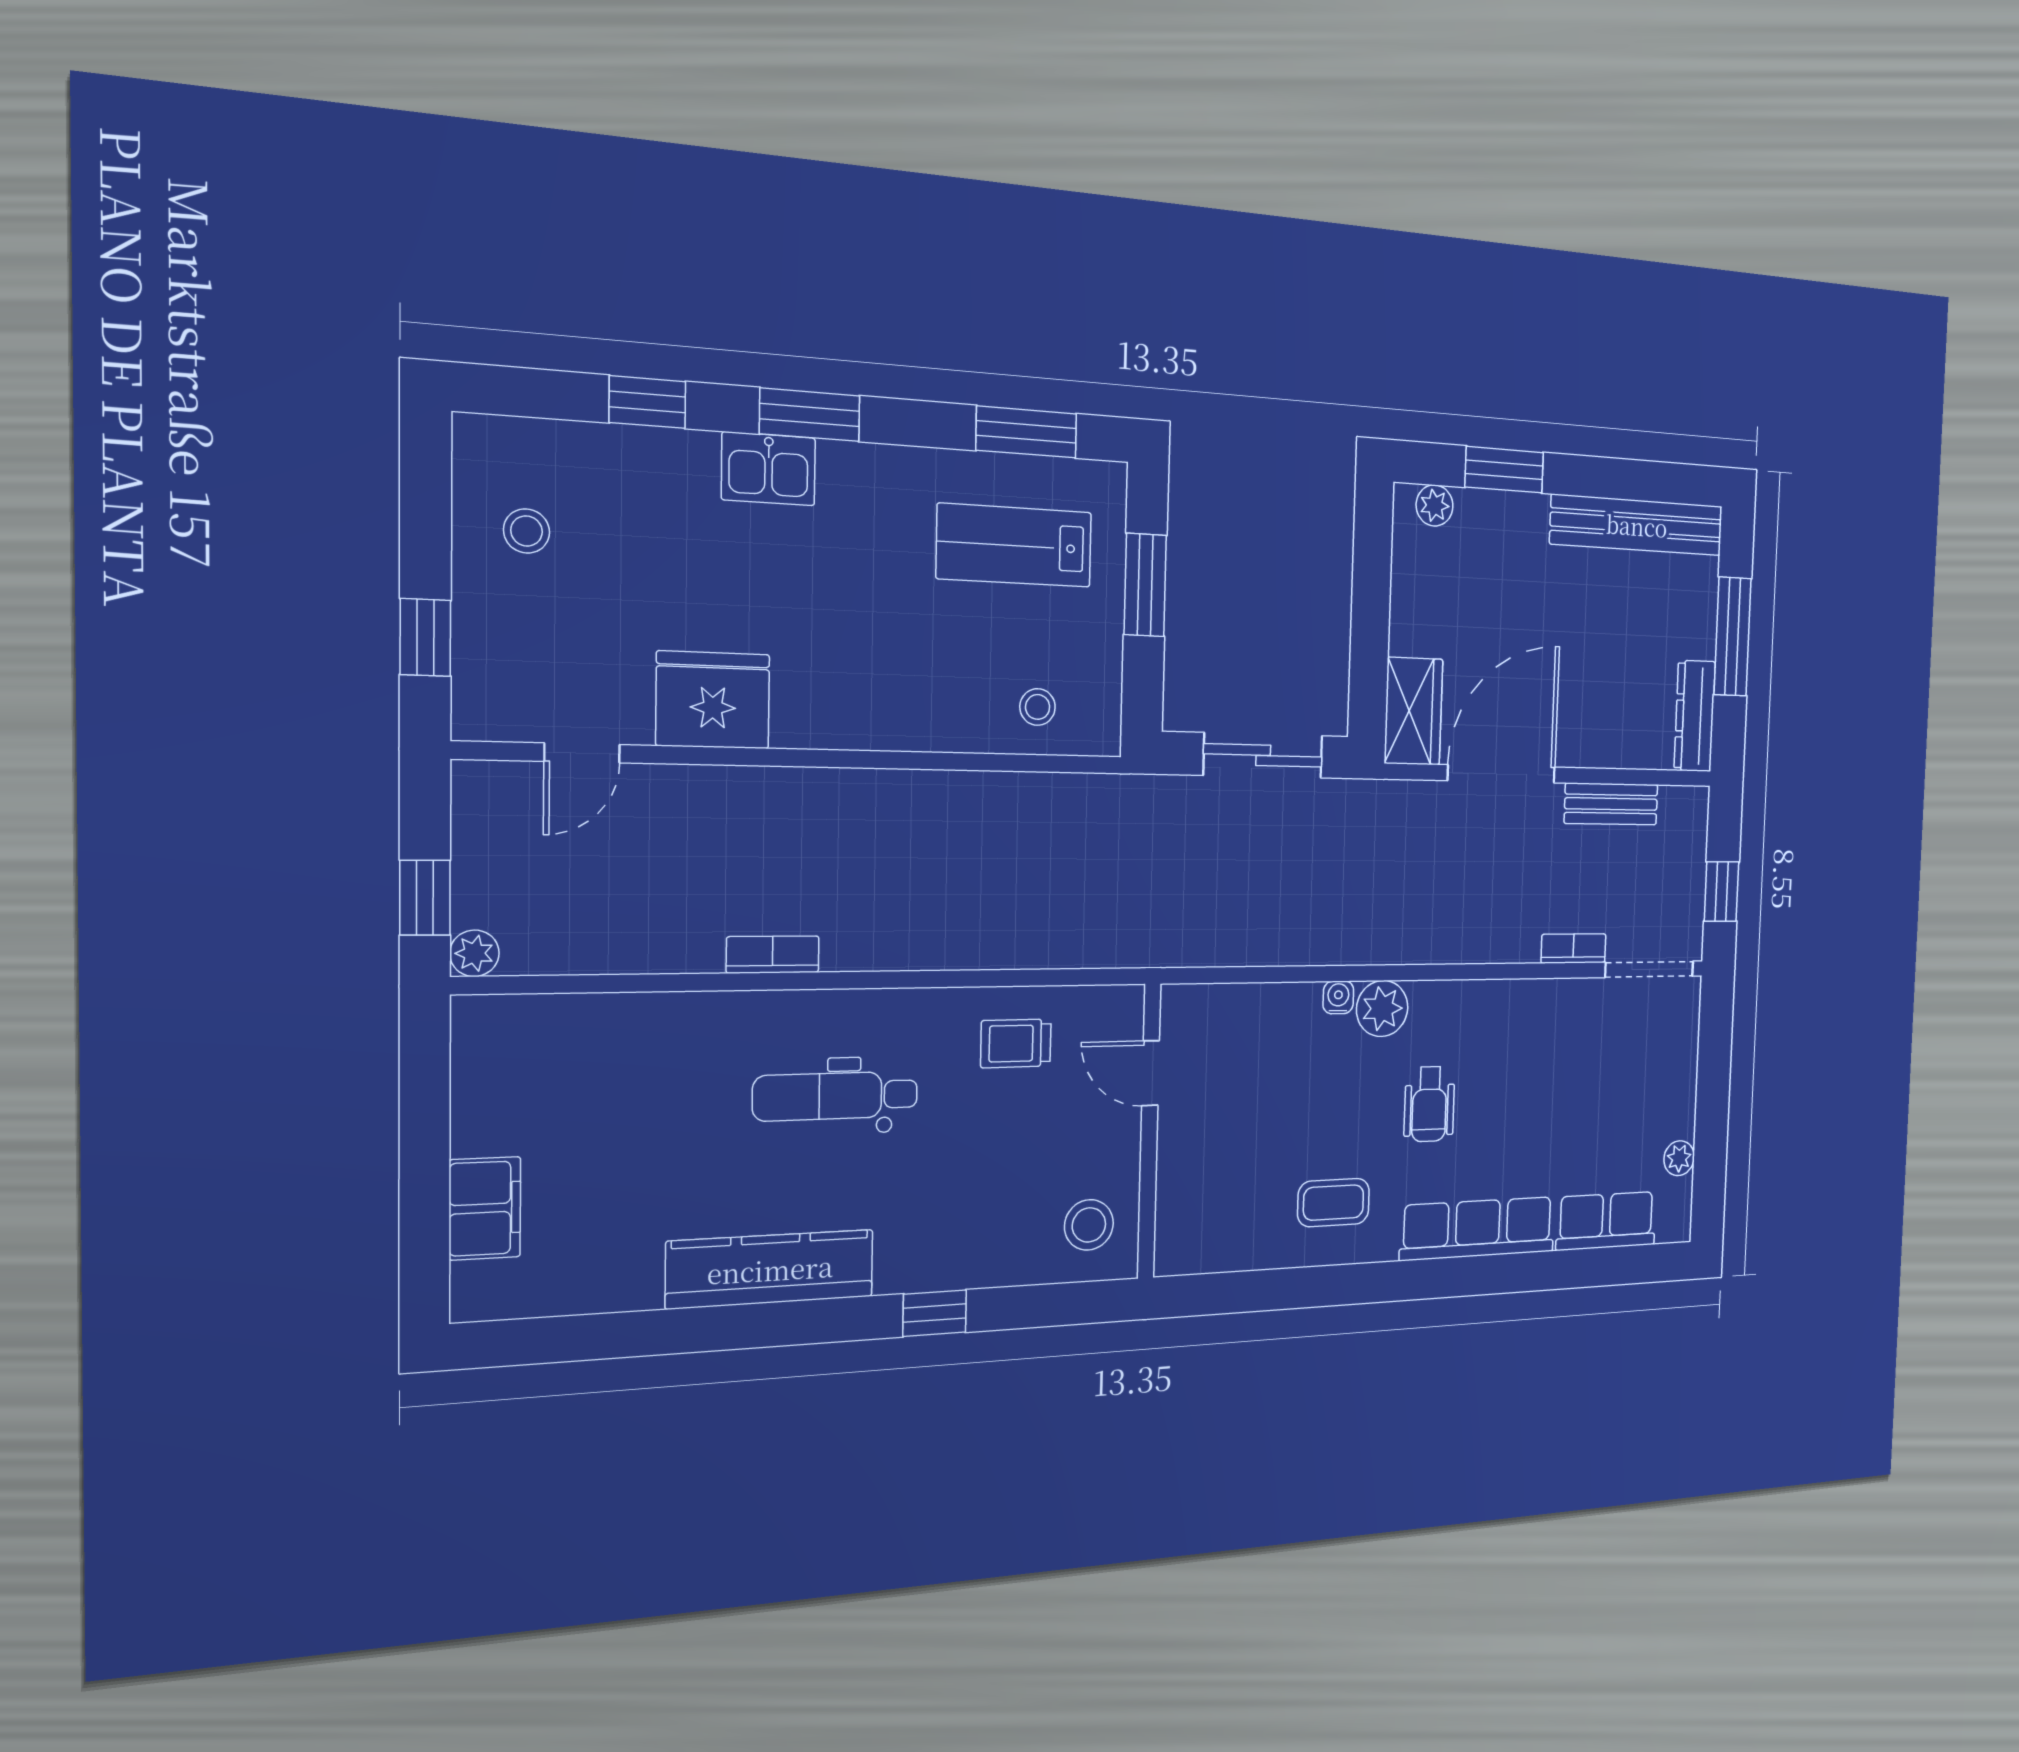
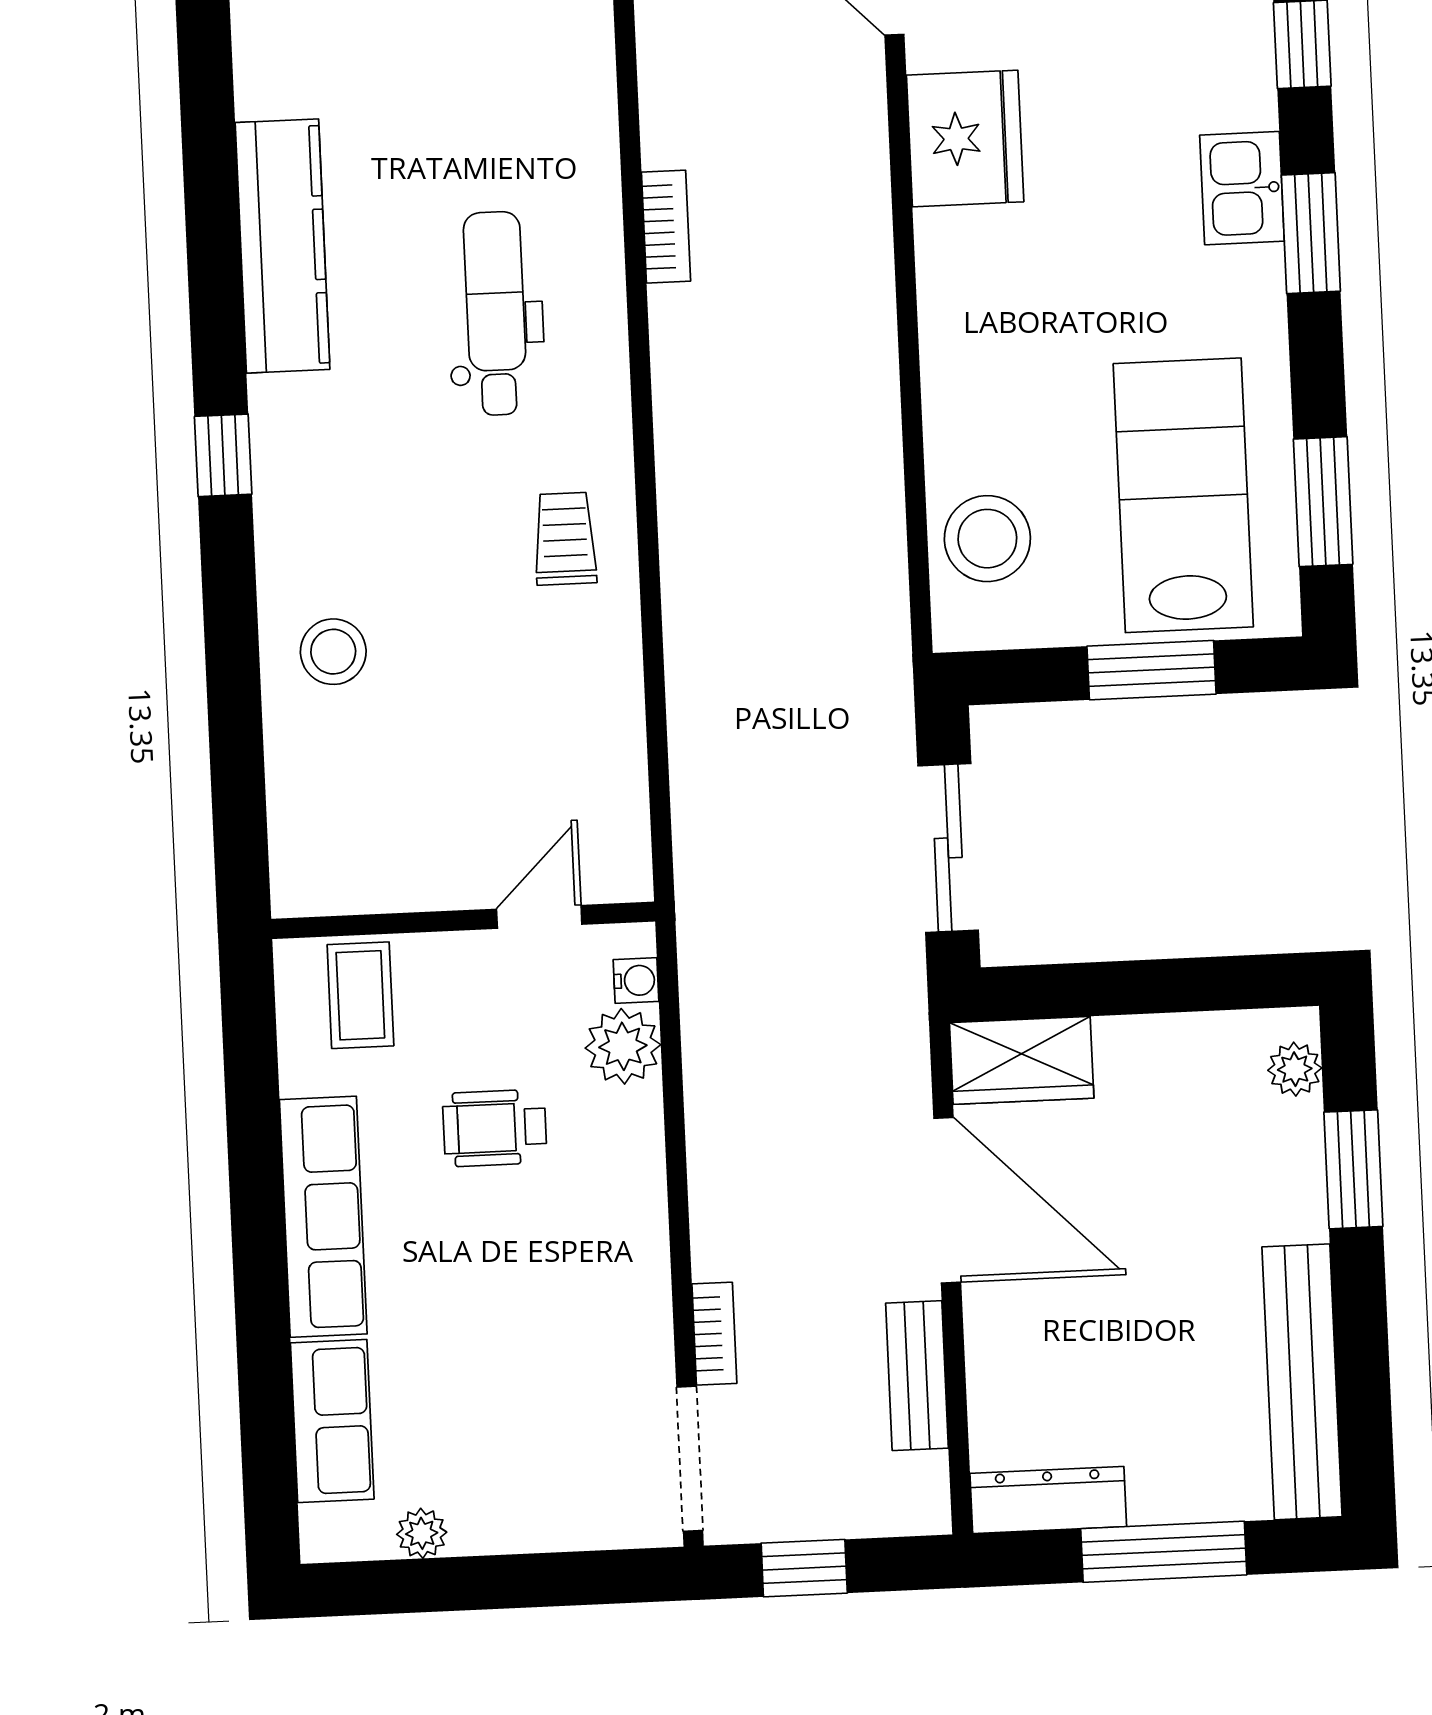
lab bench: (1014, 545) -> (1183, 495), width x1.36, depth x1.39
stool: (1038, 707) -> (987, 539), width x1.89, depth x1.89
door: (1151, 1073) -> (539, 917), moved
wall: (1149, 1132) -> (463, 920), moved

